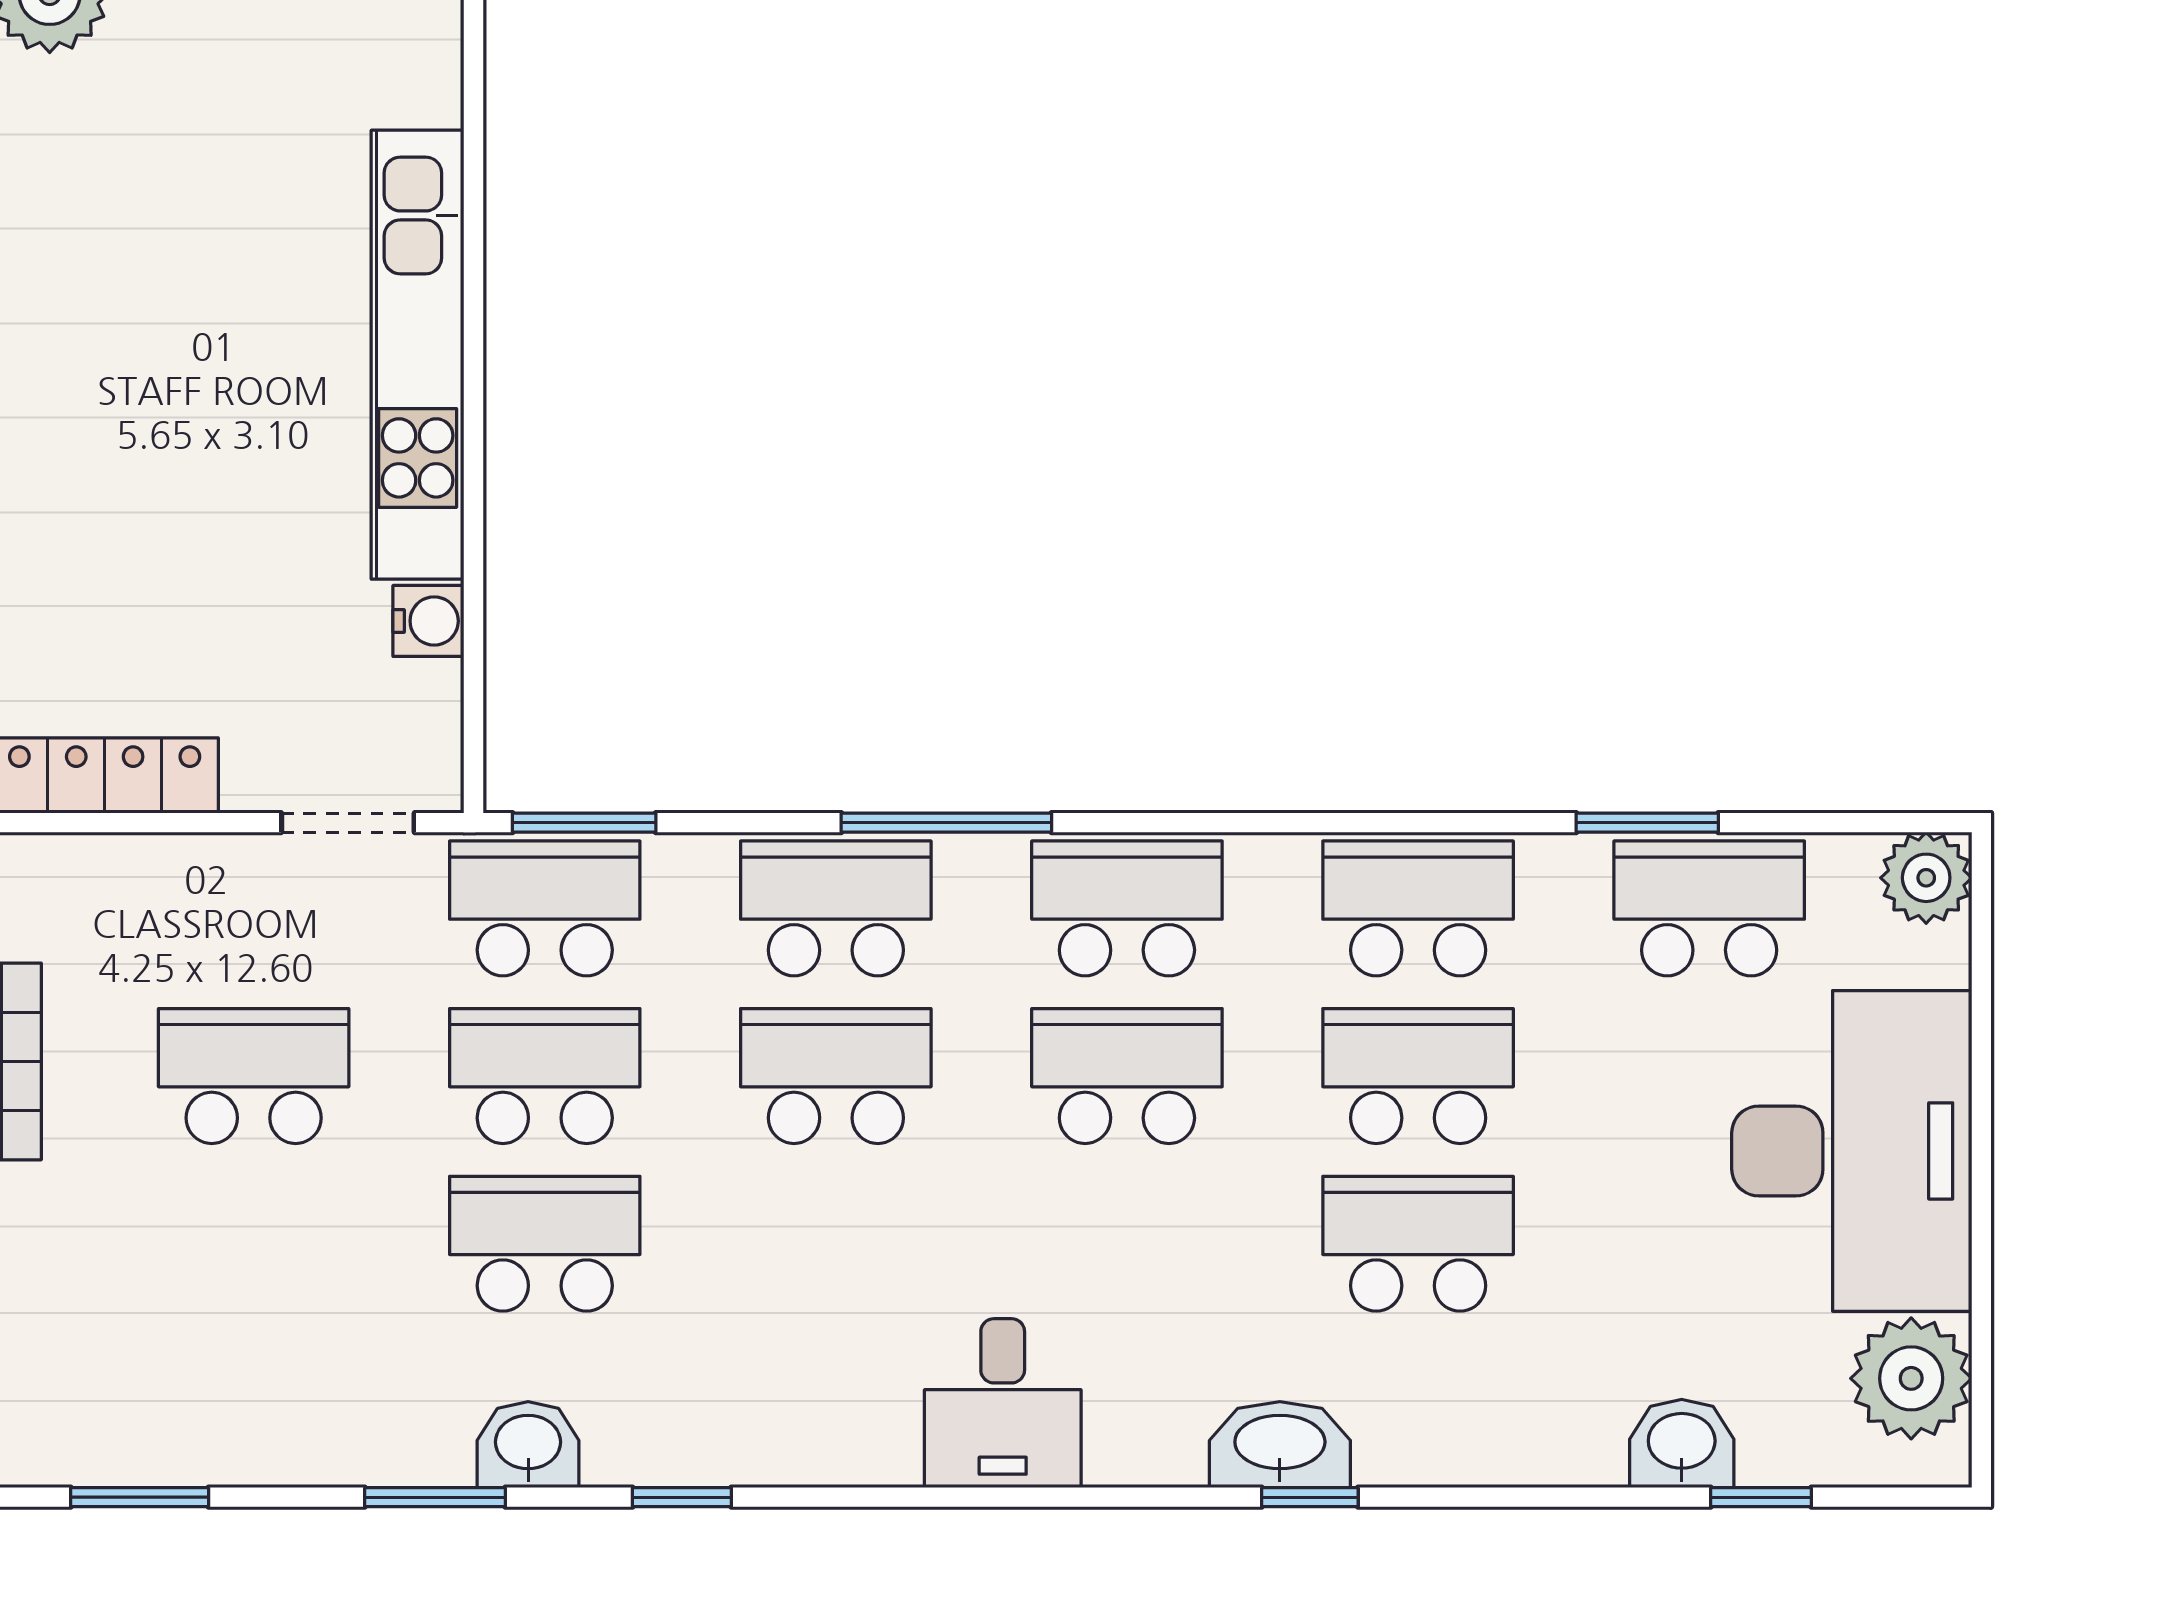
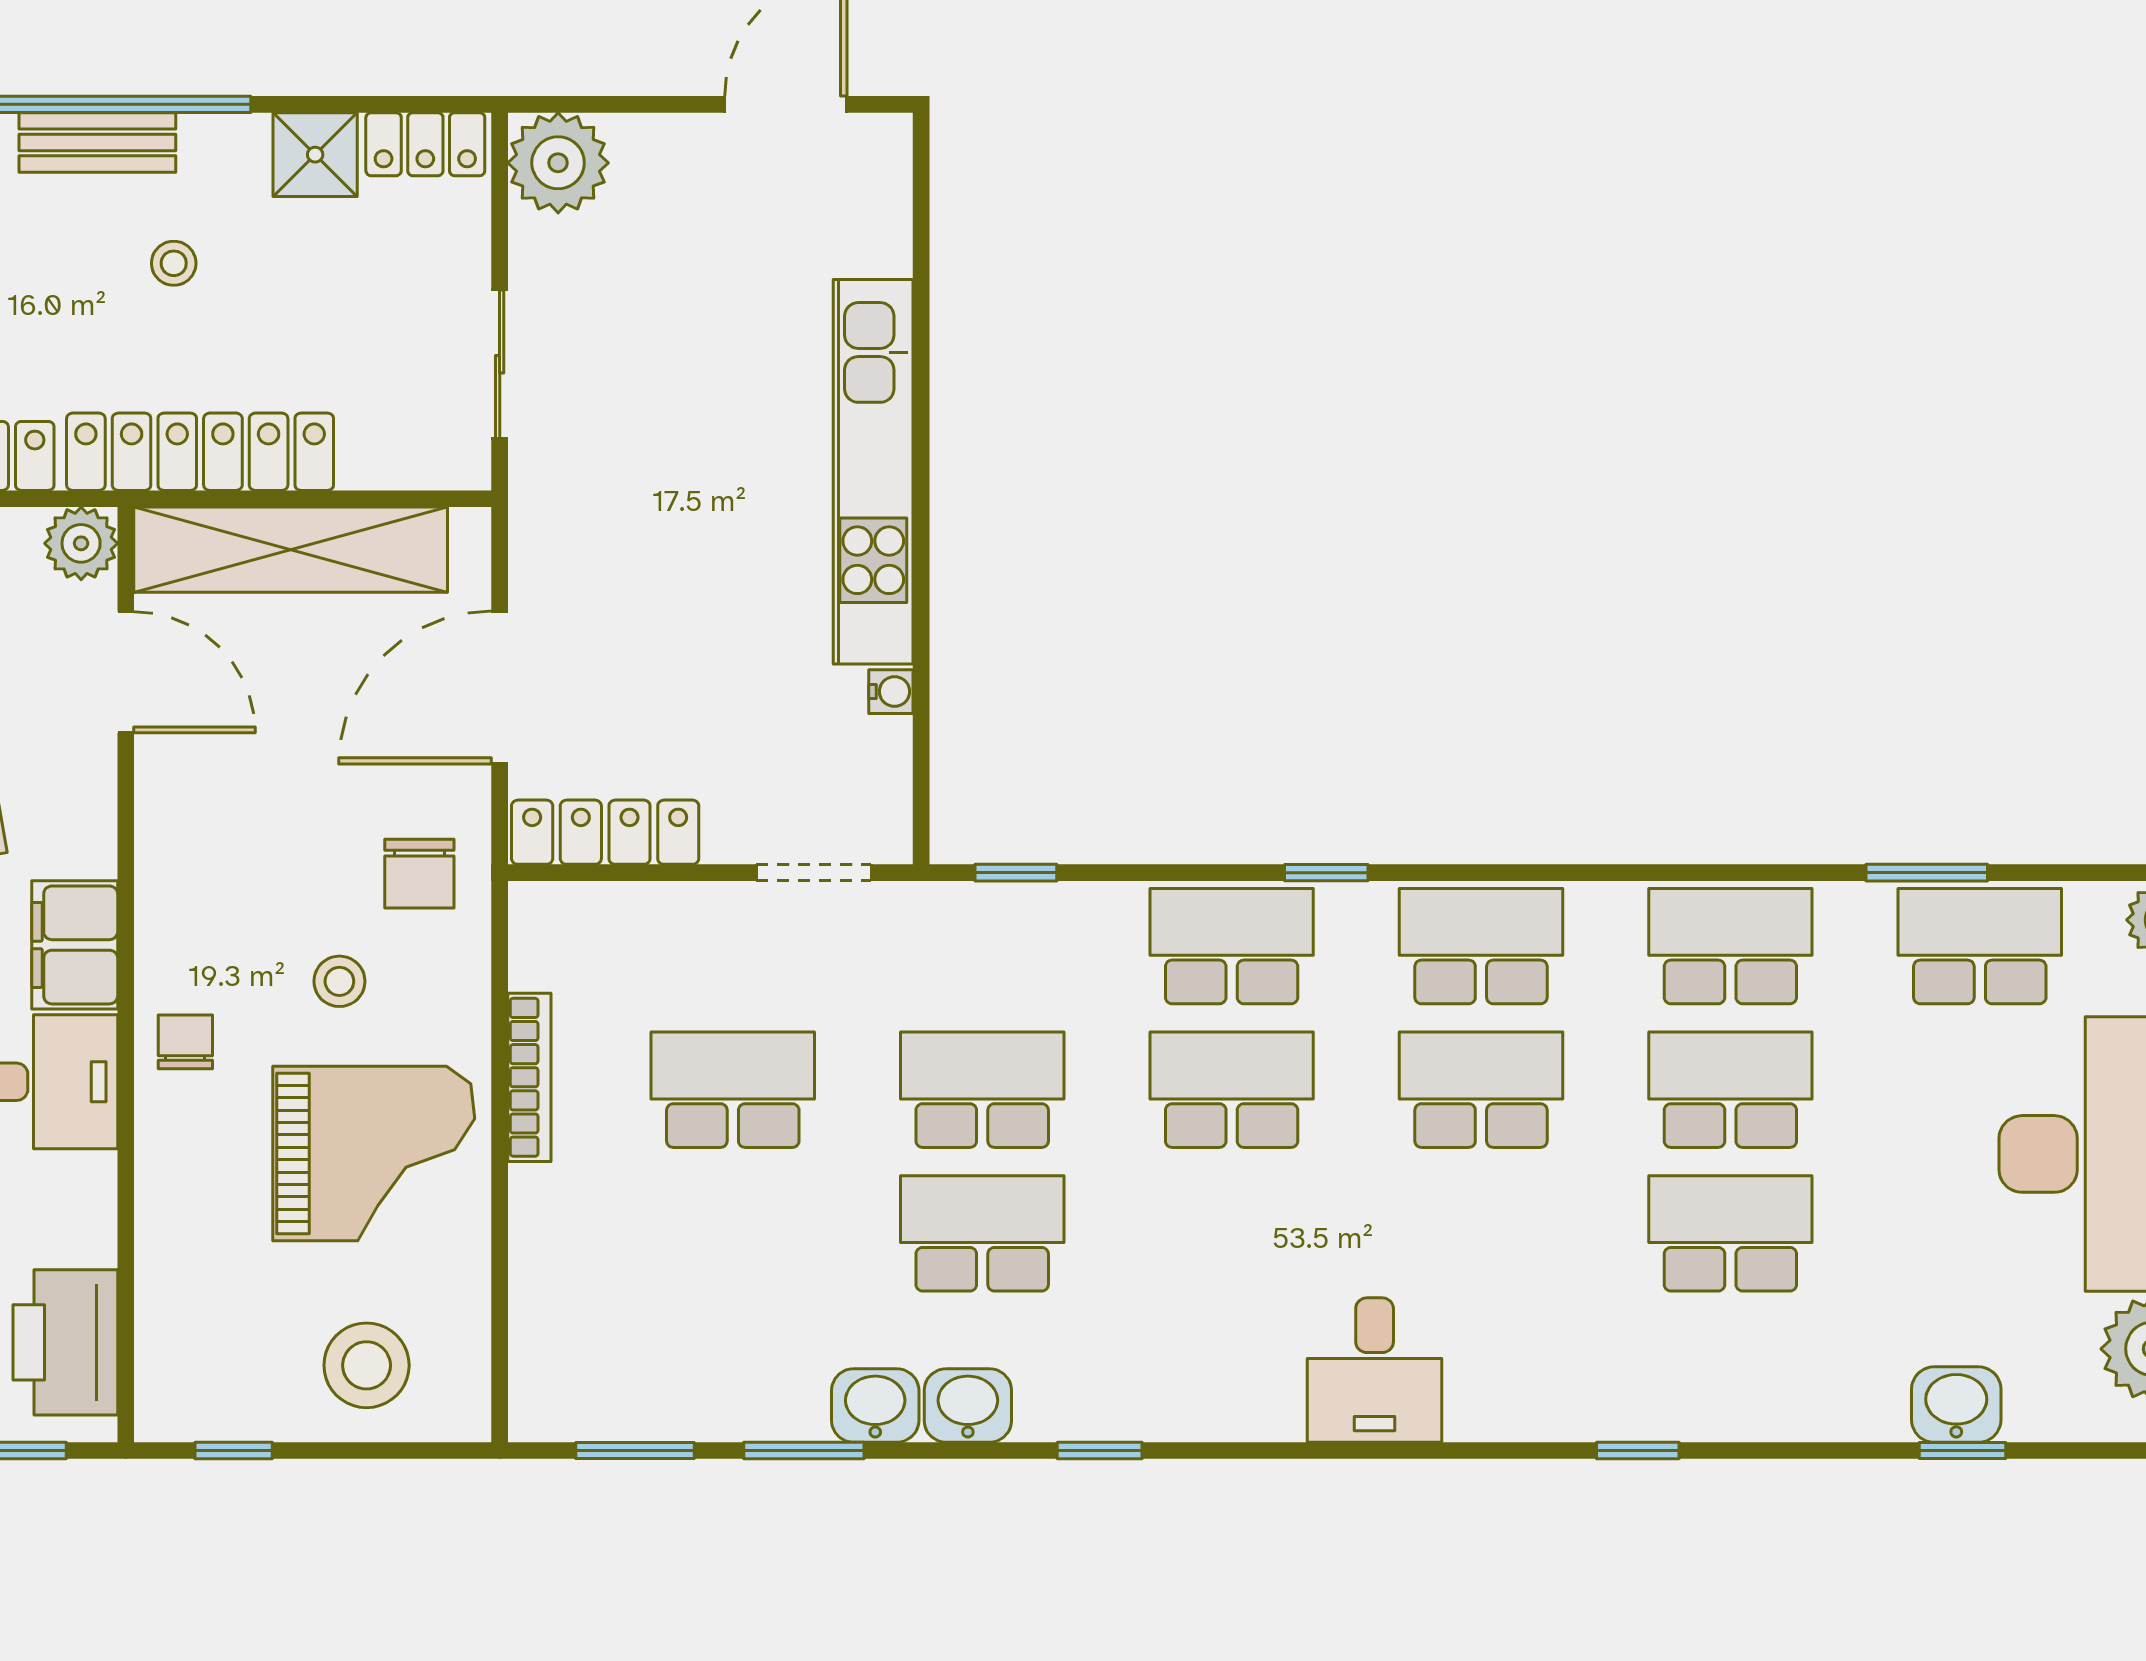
water cooler: (428, 621) -> (891, 692), width x0.72, depth x0.72
window: (584, 823) -> (1016, 873), width x0.67
window: (946, 823) -> (1326, 873), width x0.46
school desk: (545, 908) -> (982, 946), removed
washbasin: (1280, 1445) -> (875, 1405), moved, width x0.72
window: (435, 1497) -> (804, 1451), moved
window: (1761, 1497) -> (1963, 1451), moved

